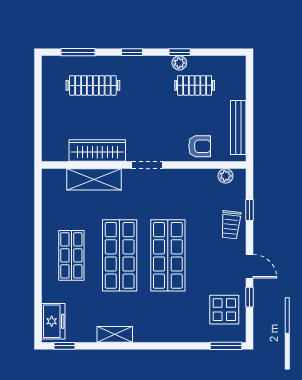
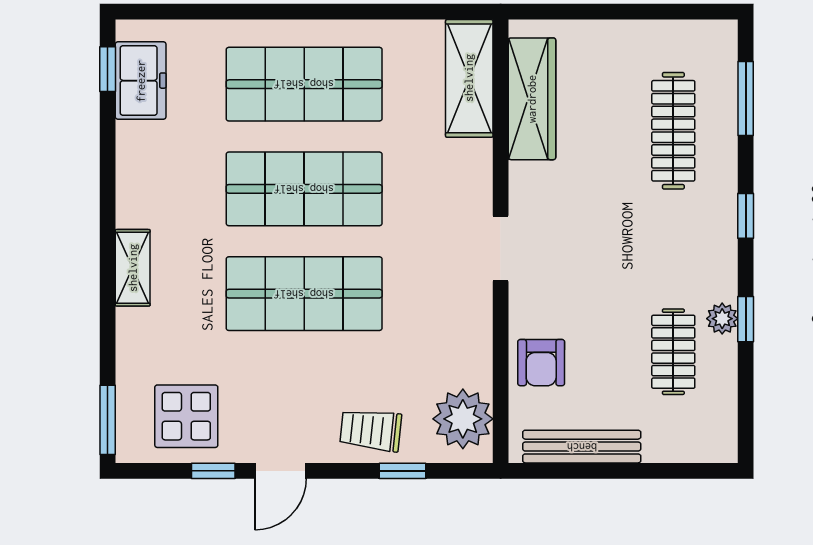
wardrobe: (97, 151) -> (532, 99), moved
plant: (226, 176) -> (463, 419), width x1.88, depth x1.88
shelving: (94, 179) -> (469, 78), moved
shop shelf: (71, 255) -> (304, 84), width x1.43, depth x1.36
freezer: (53, 321) -> (141, 81), moved, turned -90
shelving: (115, 334) -> (133, 268), moved

